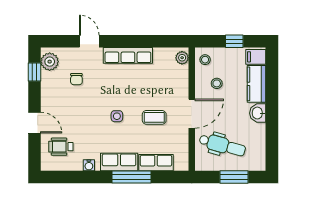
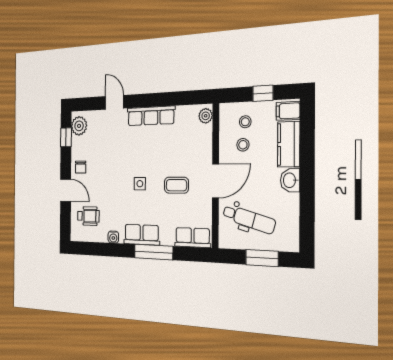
stool: (205, 60) -> (245, 122), moved
chair: (76, 79) -> (81, 167), moved
wheelchair: (61, 147) -> (88, 216), turned 180
row of seats: (156, 163) -> (193, 238), moved

